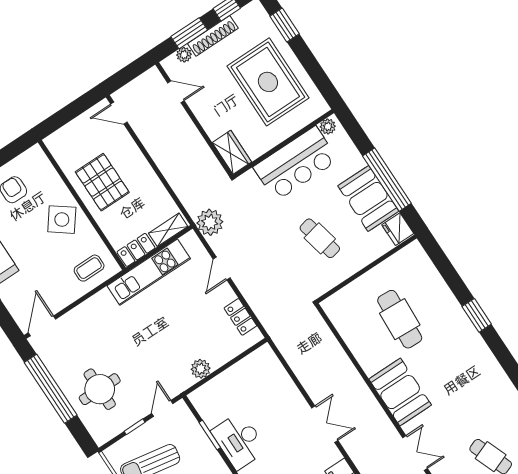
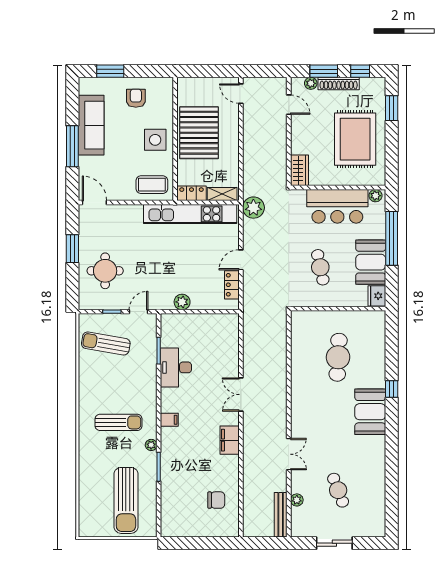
window: (387, 180) -> (392, 238), moved
pallet: (102, 182) -> (199, 133), width x1.37, depth x1.41
side table: (62, 220) -> (155, 140), turned -37
coffee table: (89, 268) -> (152, 185), width x1.36, depth x1.30
door: (222, 268) -> (241, 260), moved
kitchen unit: (149, 272) -> (190, 214), width x1.36
window: (477, 315) -> (392, 389), width x0.67
door: (42, 326) -> (94, 202), hinge flipped
window: (51, 389) -> (72, 249), width x0.47
booth: (400, 392) -> (370, 412), moved
double door: (325, 424) -> (241, 395), swing flipped

